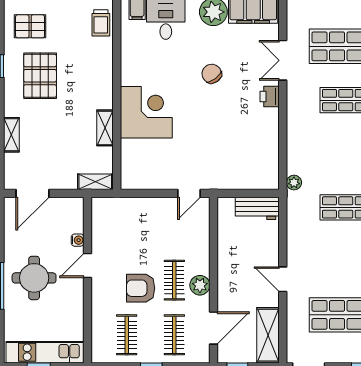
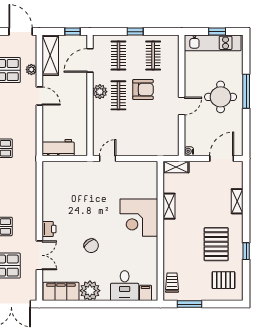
plant: (294, 183) -> (31, 70), moved
water cooler: (78, 240) -> (189, 151), moved

